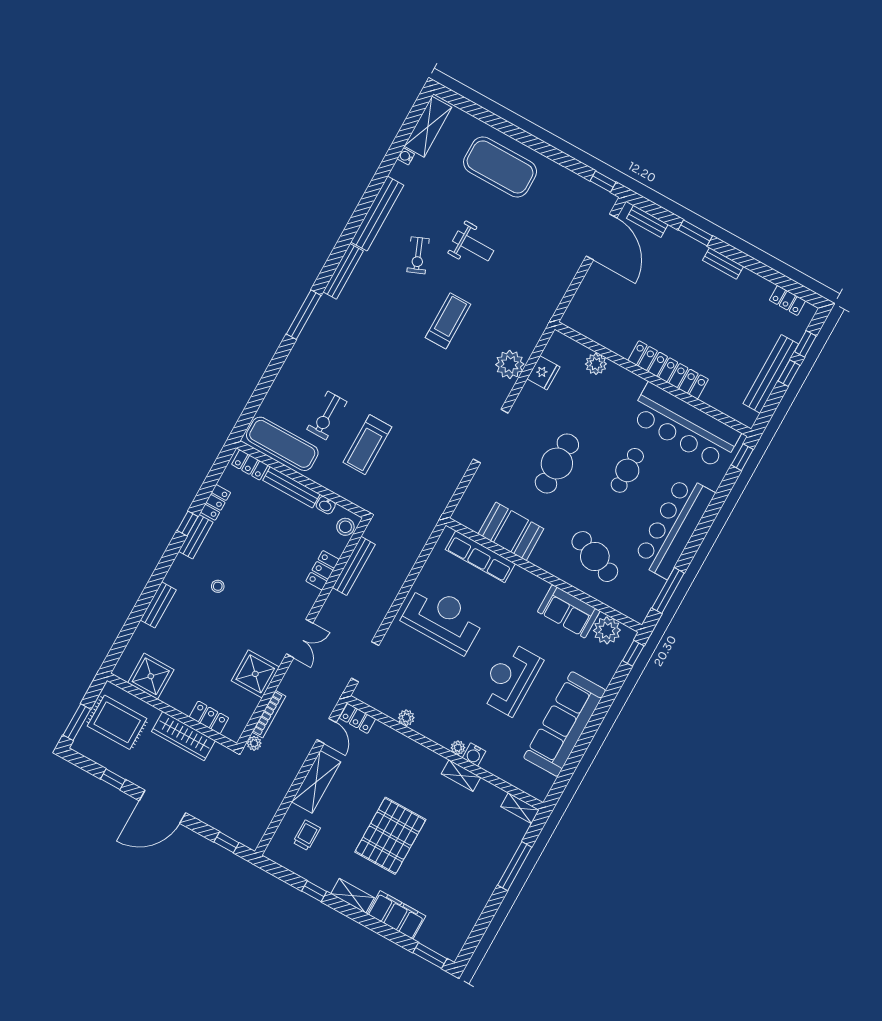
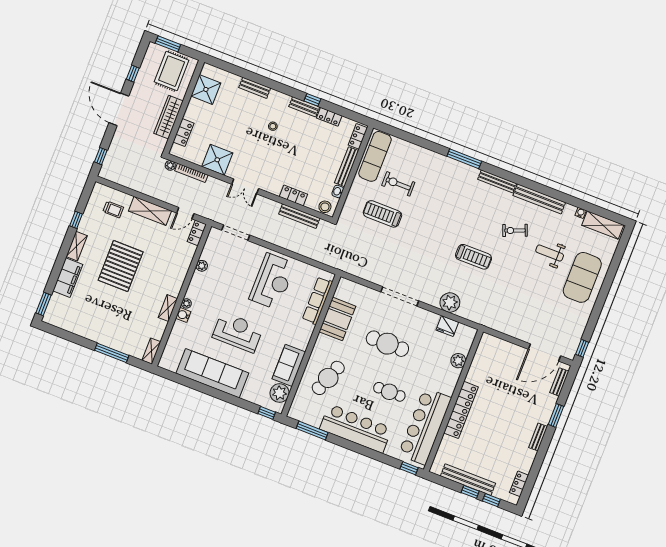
weight bench: (473, 246) -> (550, 253), moved, turned 90
pallet: (390, 836) -> (121, 266), turned 90

